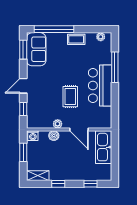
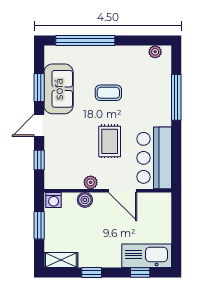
coffee table: (76, 39) -> (108, 93), moved
sofa: (36, 49) -> (59, 89), moved
window: (23, 50) -> (39, 88), moved
bar counter: (100, 85) -> (154, 158), moved
kitchen sink: (104, 147) -> (147, 256), moved, turned 90

